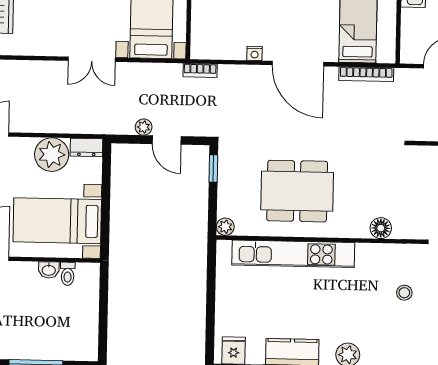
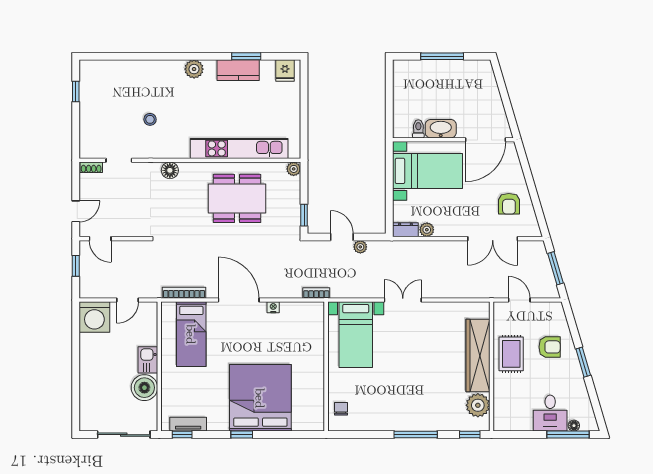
plant: (52, 155) -> (427, 230), width x0.53, depth x0.53
washbasin: (49, 270) -> (441, 129), width x1.91, depth x1.45

